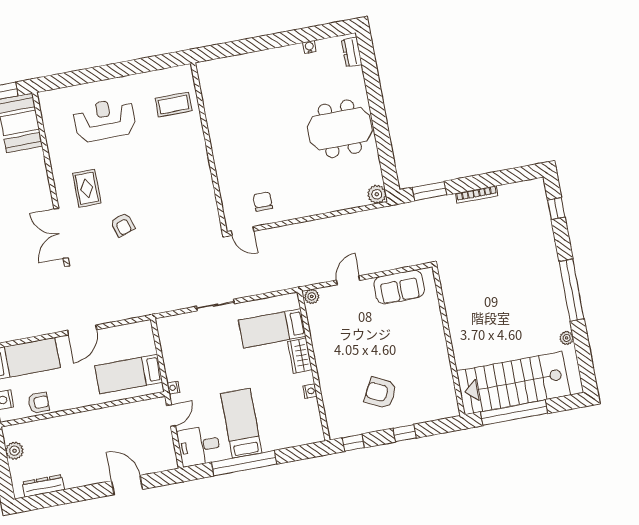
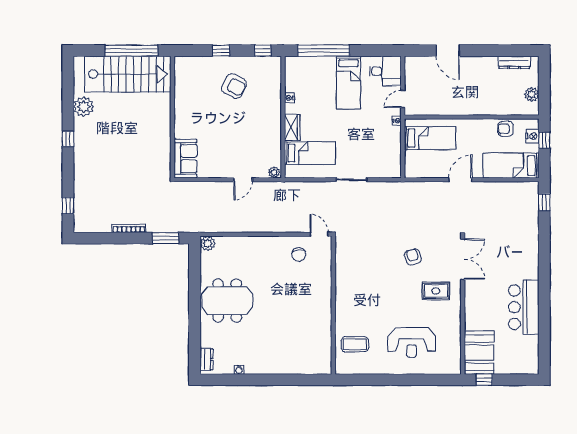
rug: (87, 188) -> (436, 291), turned 90
sofa: (399, 287) -> (186, 159), moved, turned 90
window: (572, 290) -> (68, 139), width x0.32
plant: (567, 338) -> (84, 107), width x1.88, depth x1.88
window: (244, 463) -> (324, 51), moved

